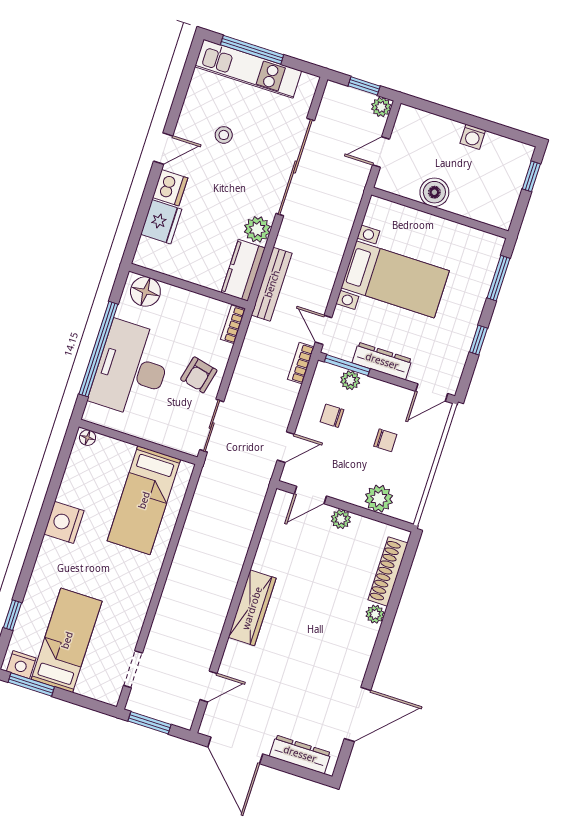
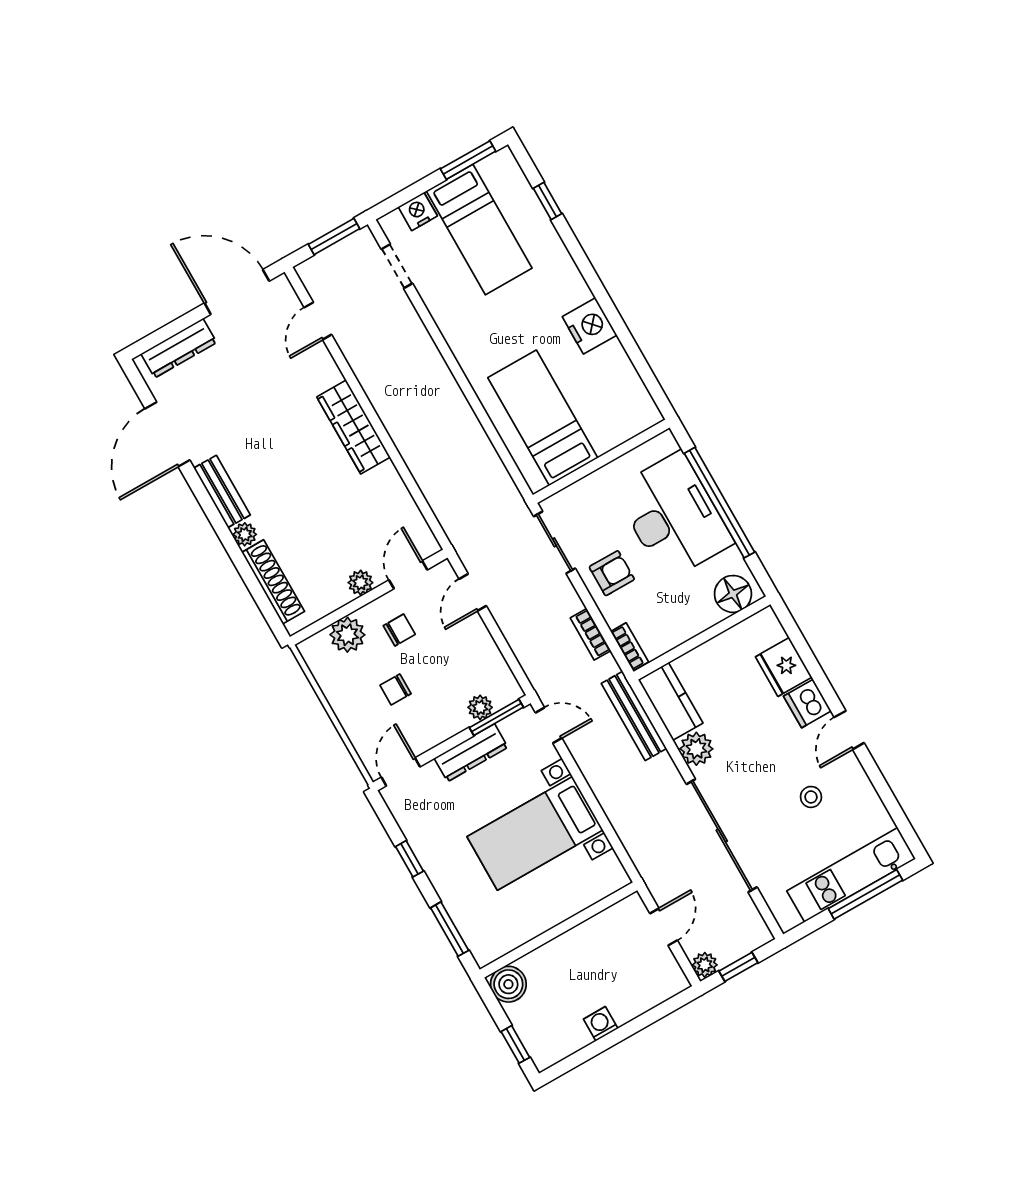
boiler: (434, 192) -> (508, 984), moved
bookcase: (301, 363) -> (591, 634), moved, turned 180
armchair: (199, 375) -> (612, 573), turned 77
chair: (332, 416) -> (399, 630), moved
floor lamp: (88, 438) -> (647, 418), removed
bench: (362, 651) -> (222, 492), added
nightstand: (21, 665) -> (418, 211), moved

